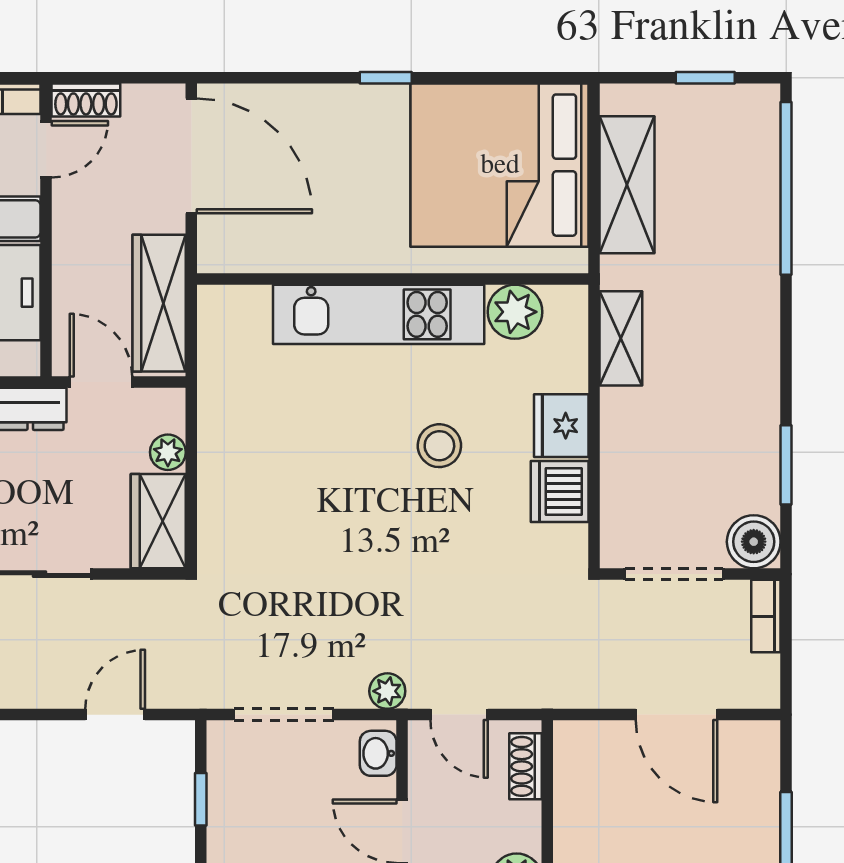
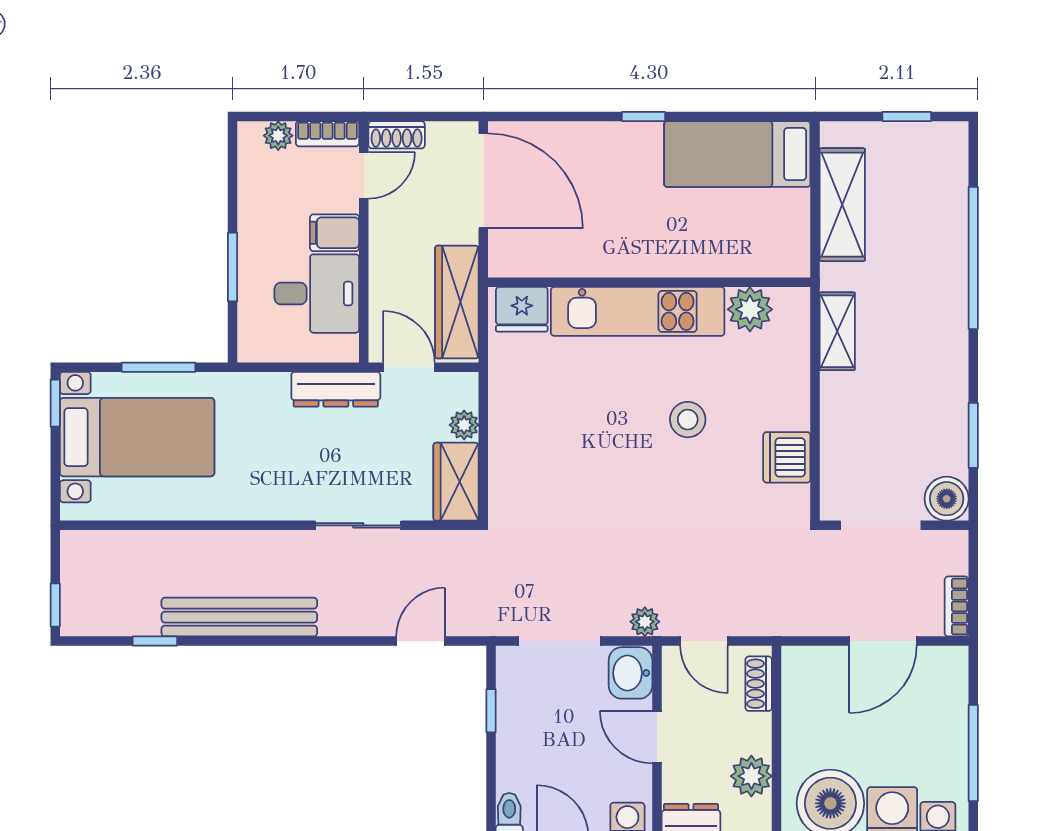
bed: (500, 165) -> (737, 154), width x0.49
window: (786, 188) -> (973, 258), moved
fridge: (561, 426) -> (522, 309), moved, turned -90
bookcase: (766, 616) -> (957, 606), moved
door: (676, 715) -> (883, 641), hinge flipped
washbasin: (378, 753) -> (631, 673), width x1.38, depth x1.45

